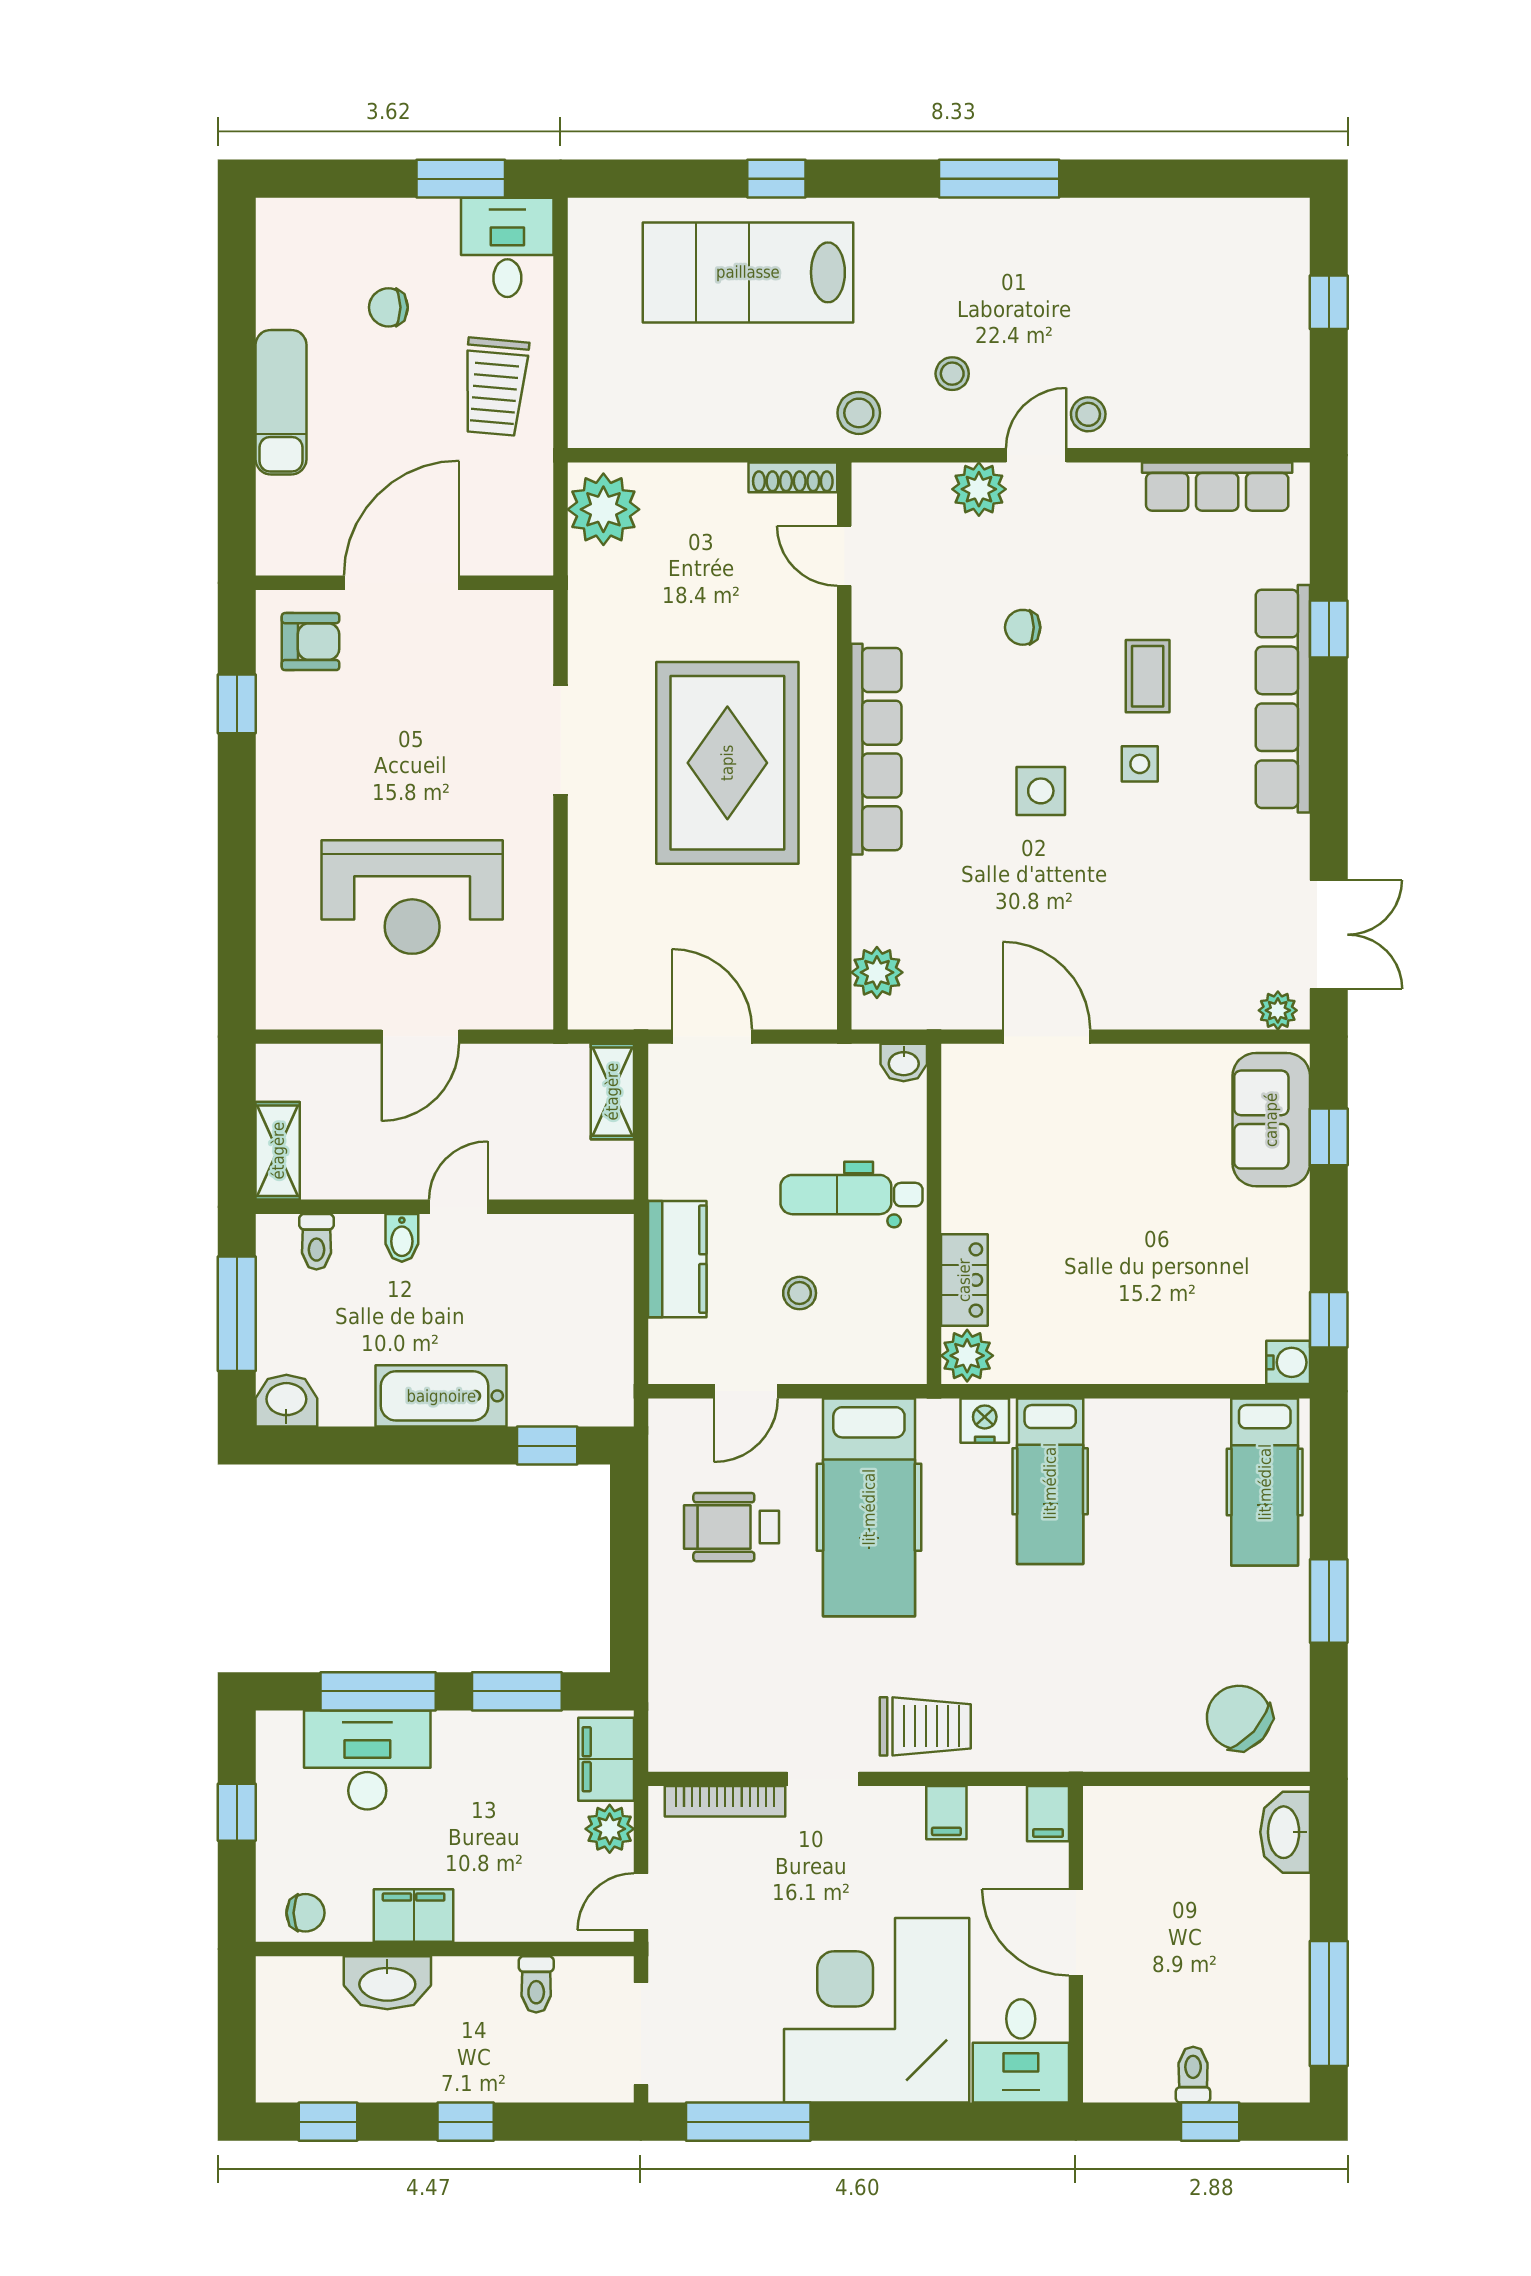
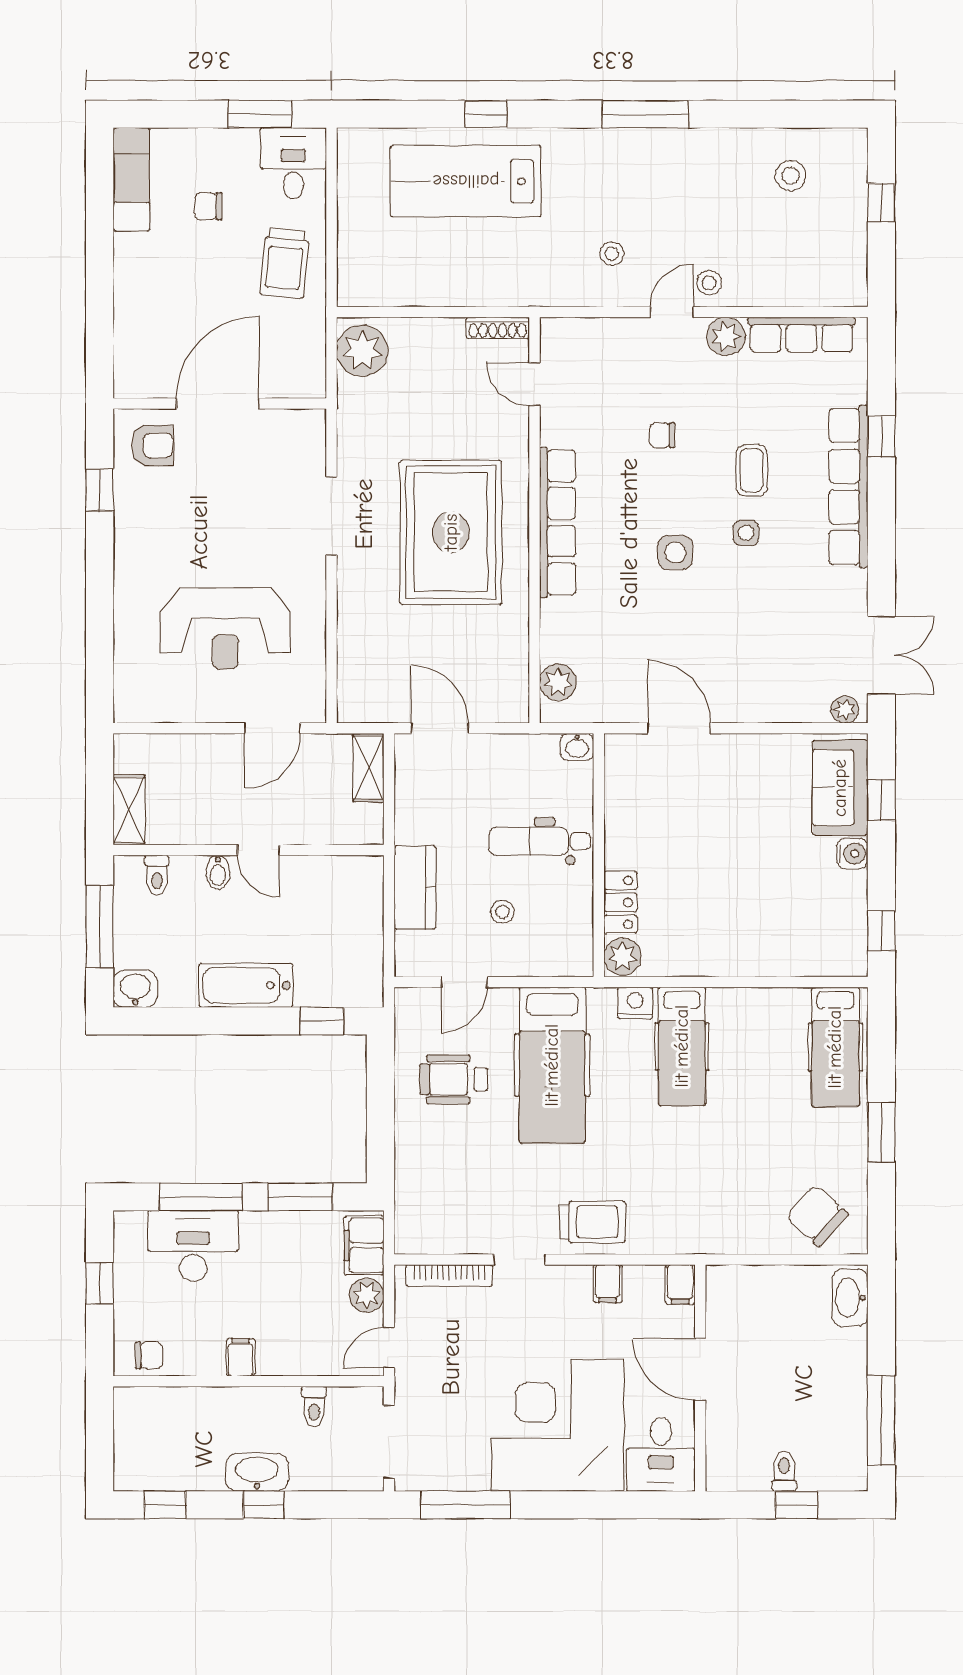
exam couch: (281, 402) -> (131, 179), moved
stool: (859, 413) -> (790, 176), moved
plant: (979, 489) -> (726, 336), moved
door: (420, 1037) -> (272, 728), moved
door: (458, 1207) -> (258, 850), swing flipped
water cooler: (1288, 1362) -> (852, 854), moved
filing cabinet: (414, 1916) -> (240, 1357), width x0.50
washbasin: (387, 1983) -> (257, 1472), moved, turned 180

